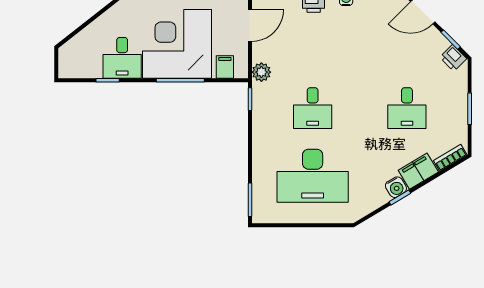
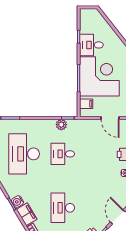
plant: (261, 72) -> (61, 125), moved
desk: (407, 108) -> (63, 208), width x1.37

